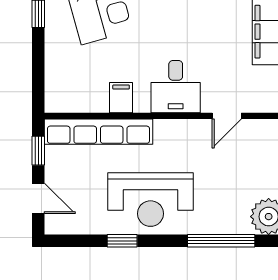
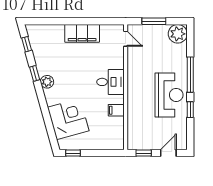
door: (227, 116) -> (126, 39), moved
row of seats: (98, 132) -> (134, 122), removed
window: (221, 241) -> (190, 75), moved

